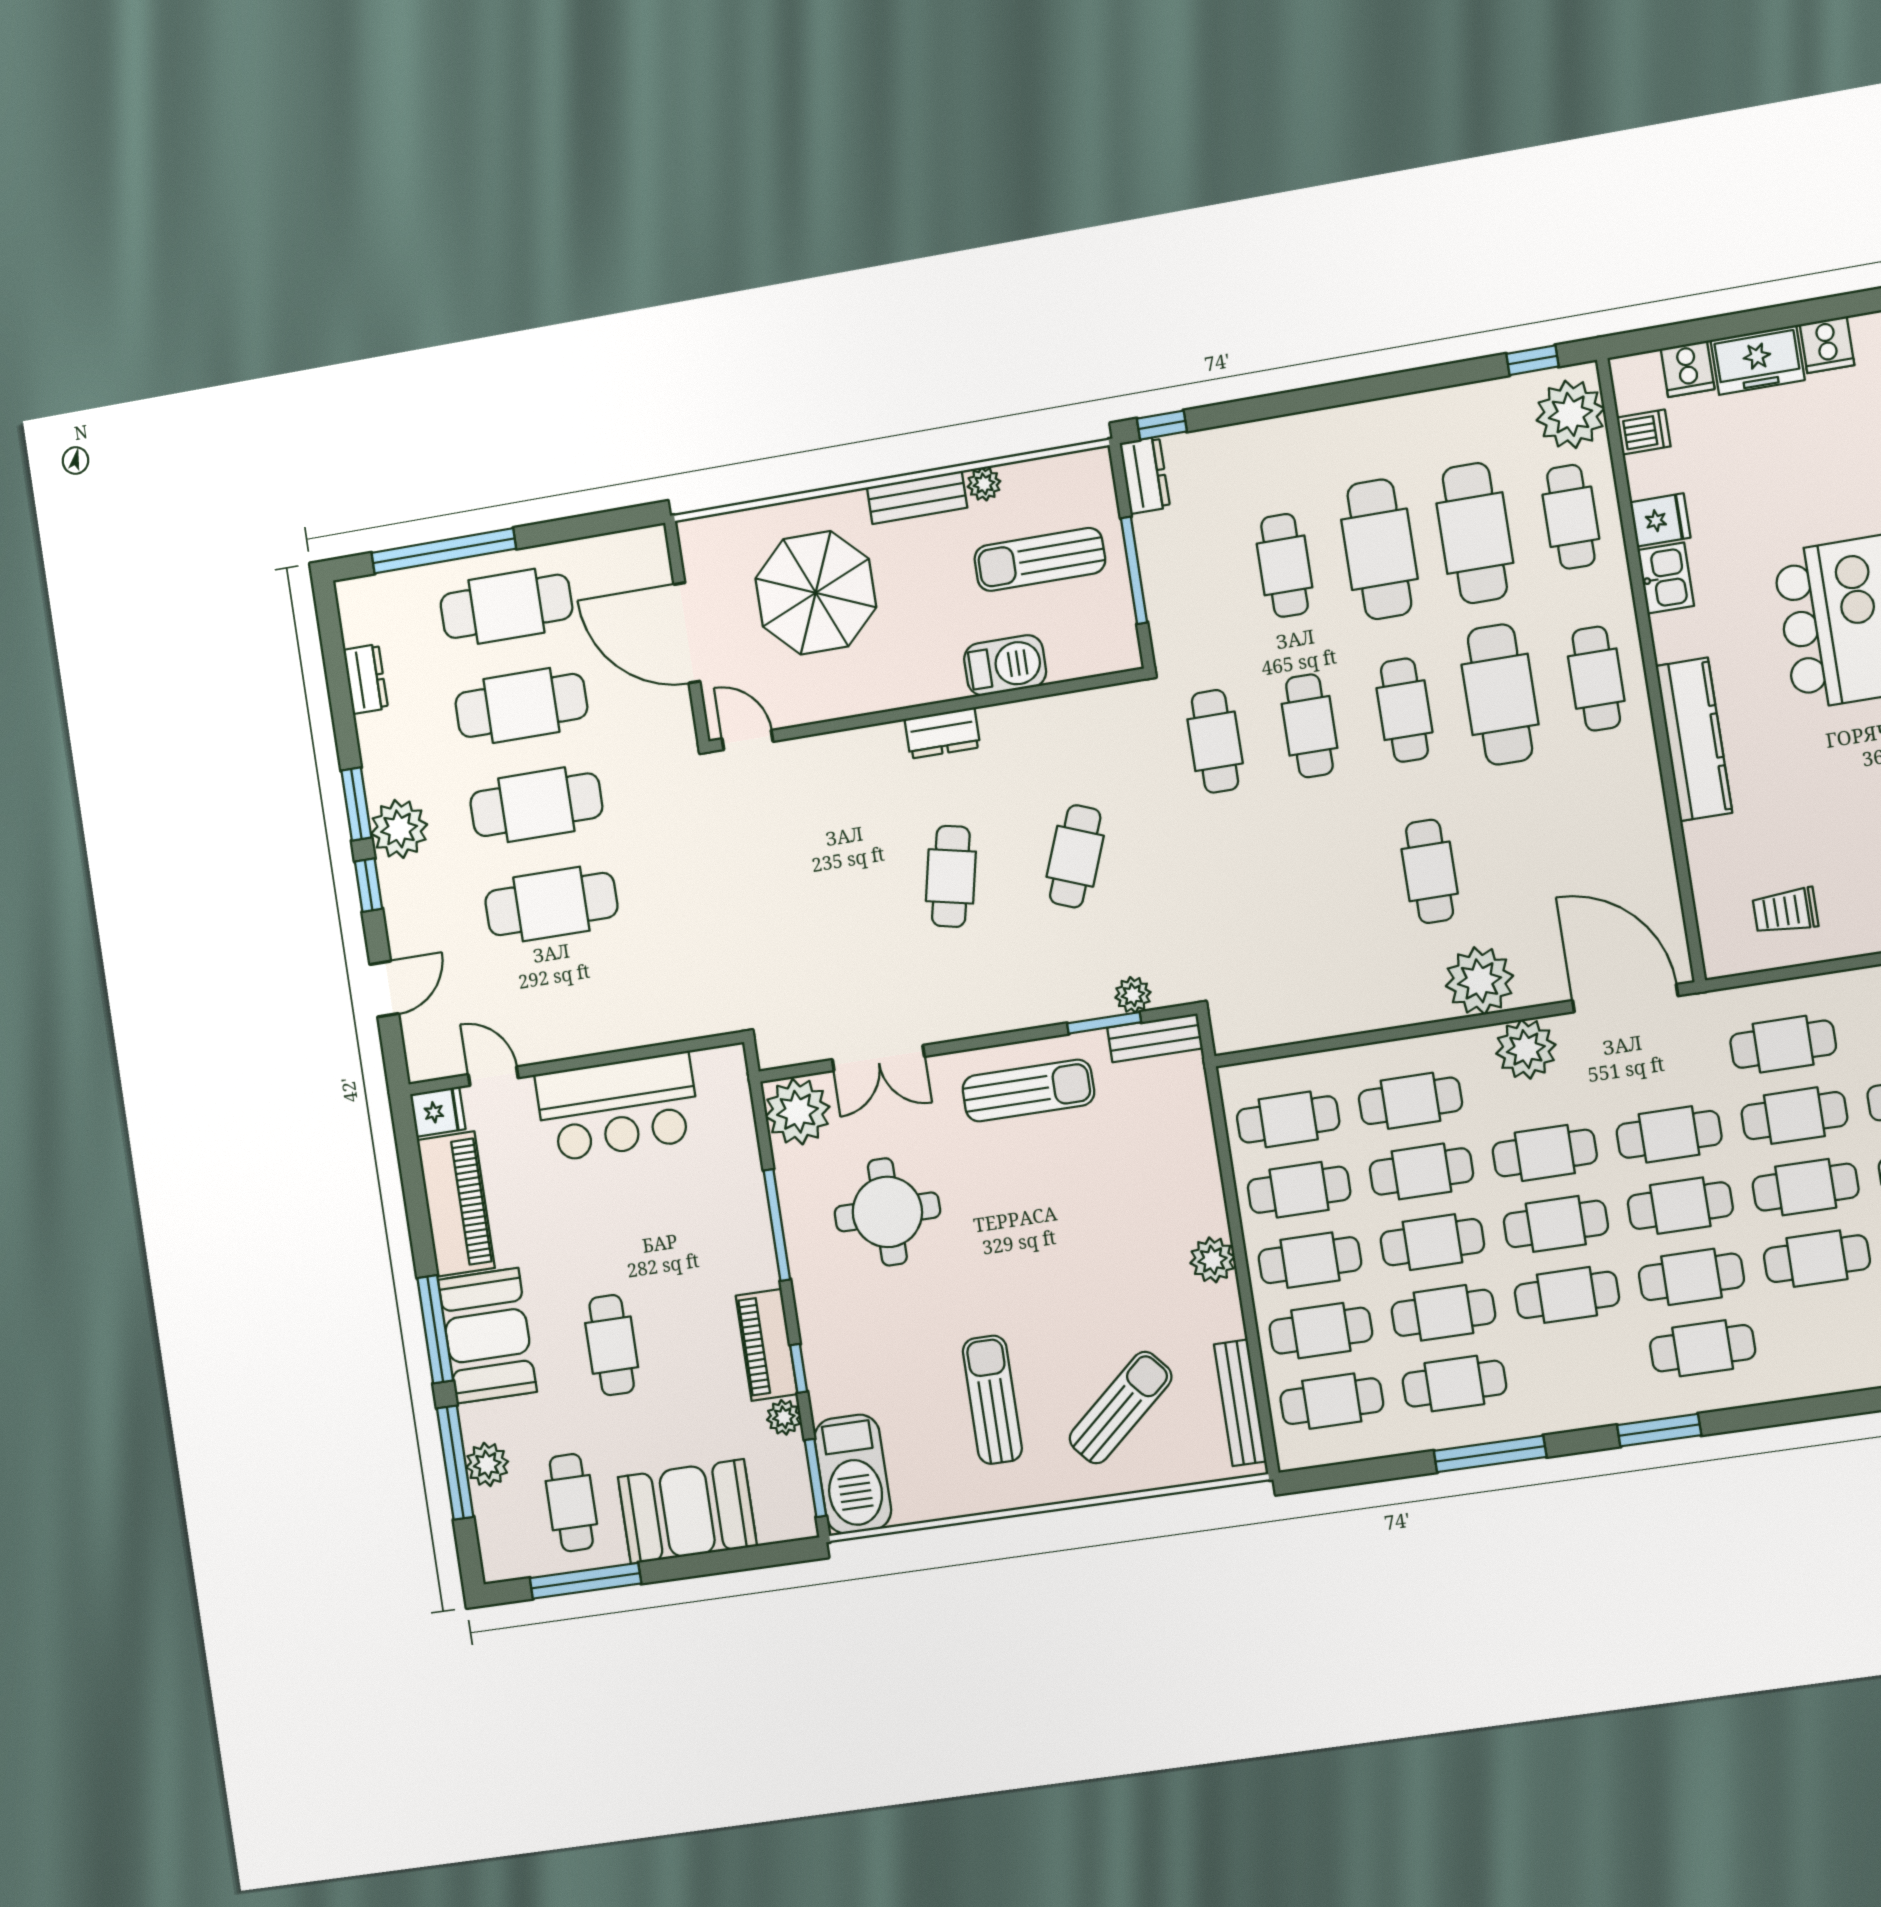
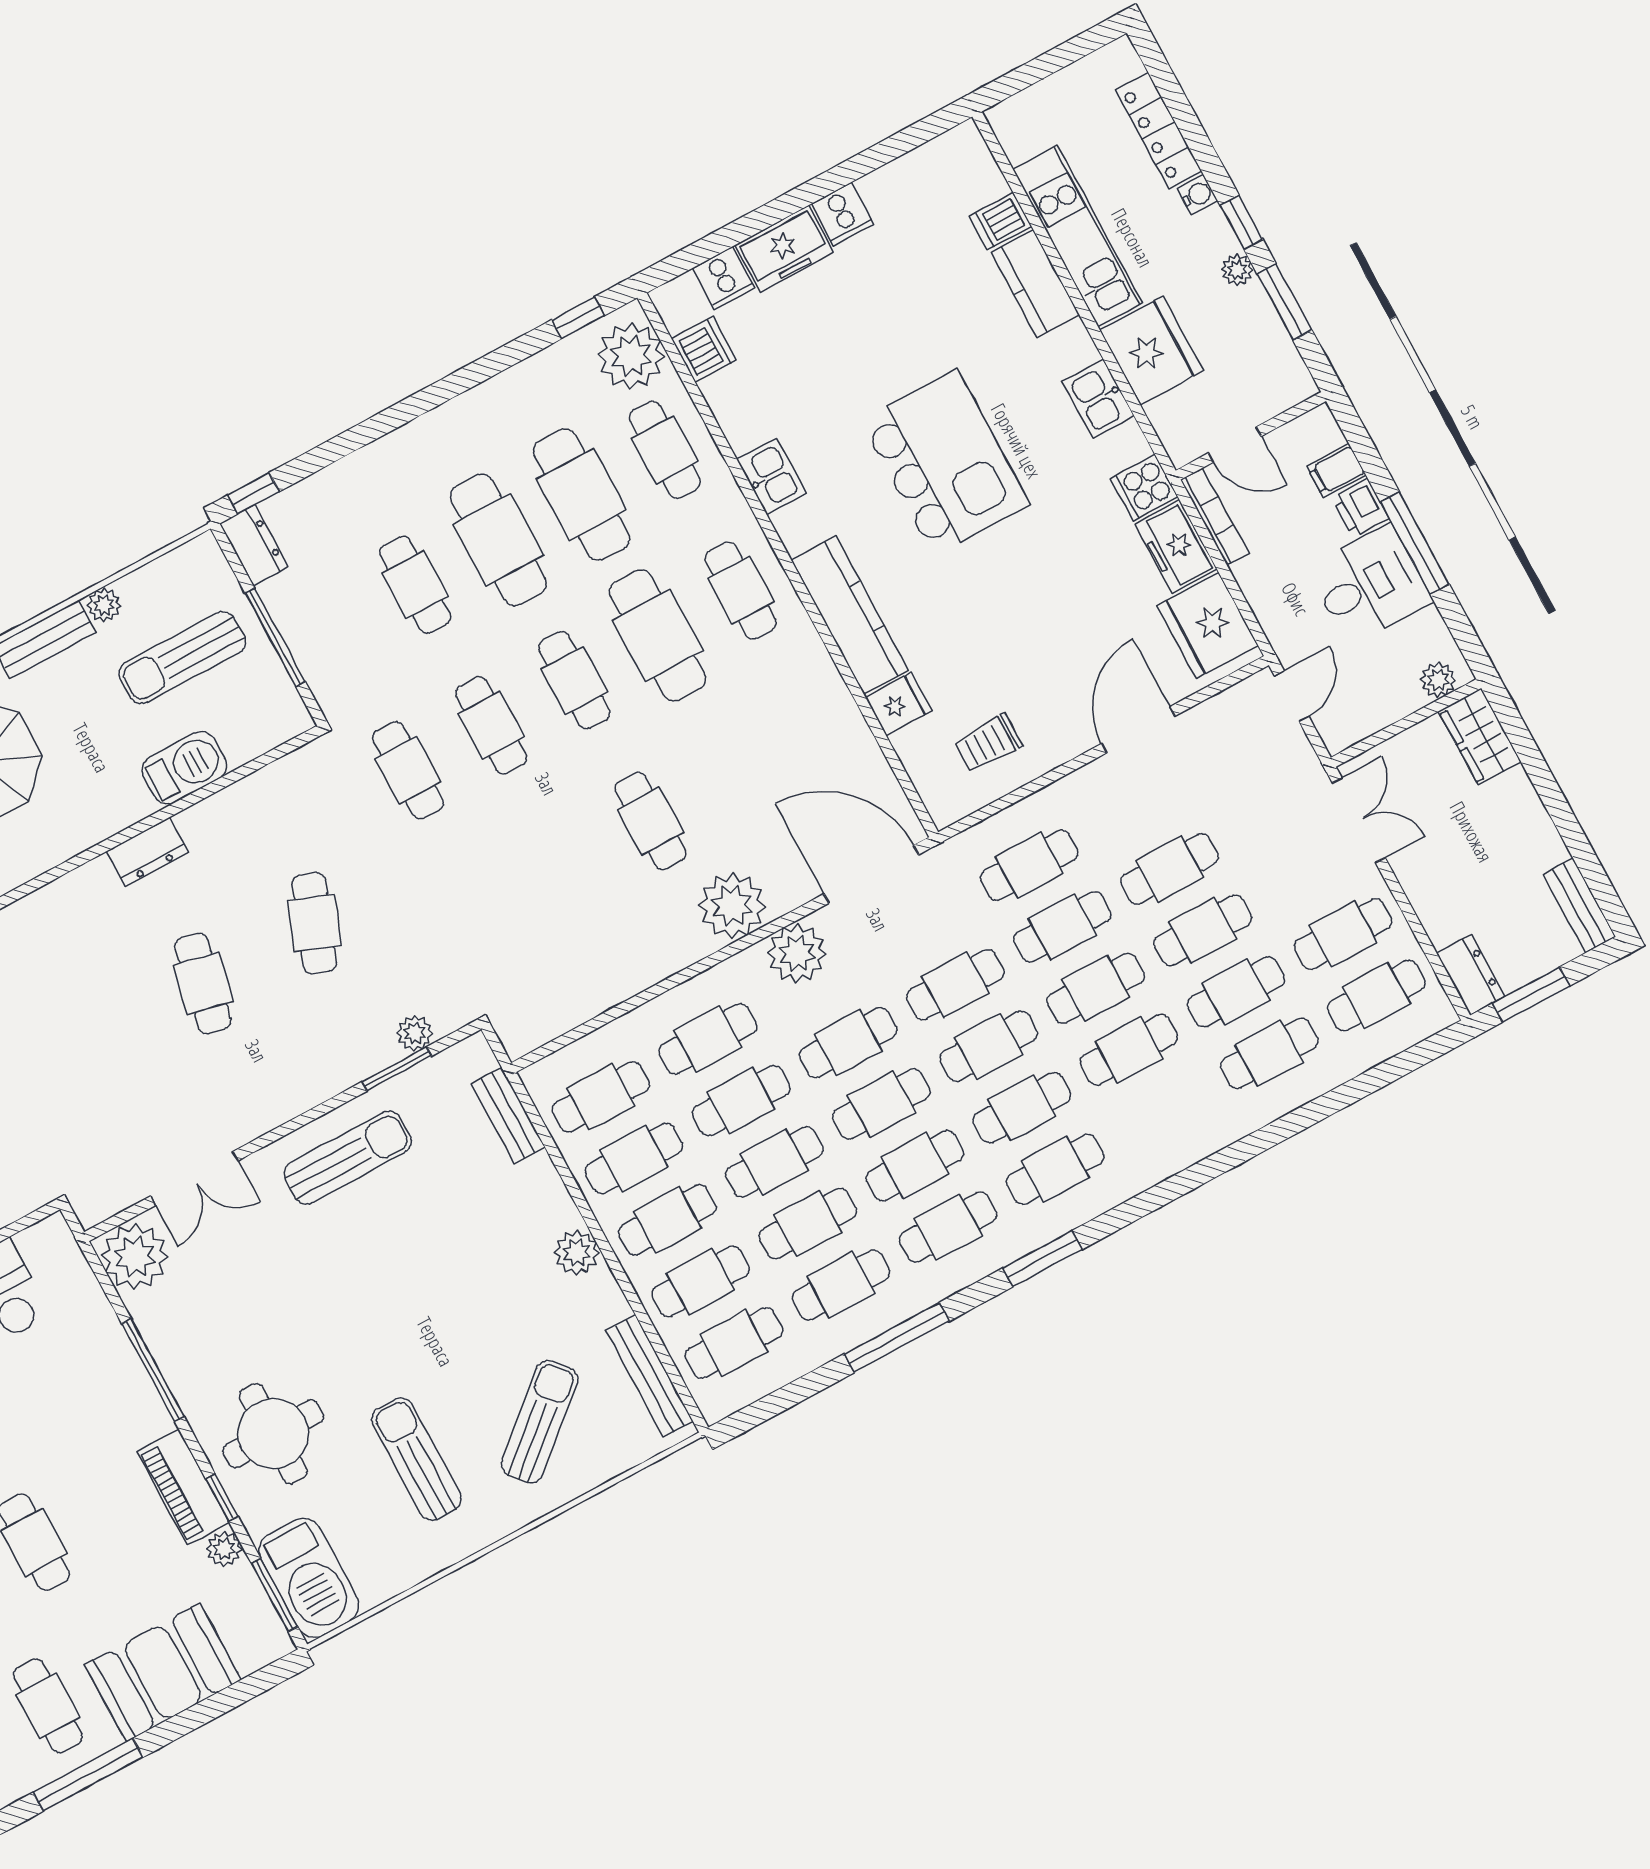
dishwasher: (1644, 432) -> (704, 350), width x1.38
fridge: (1660, 520) -> (899, 704), moved
bench: (1155, 1038) -> (508, 1115), moved, turned 90
round table: (887, 1212) -> (273, 1434), moved
cafe table: (1578, 1366) -> (948, 1227), added

